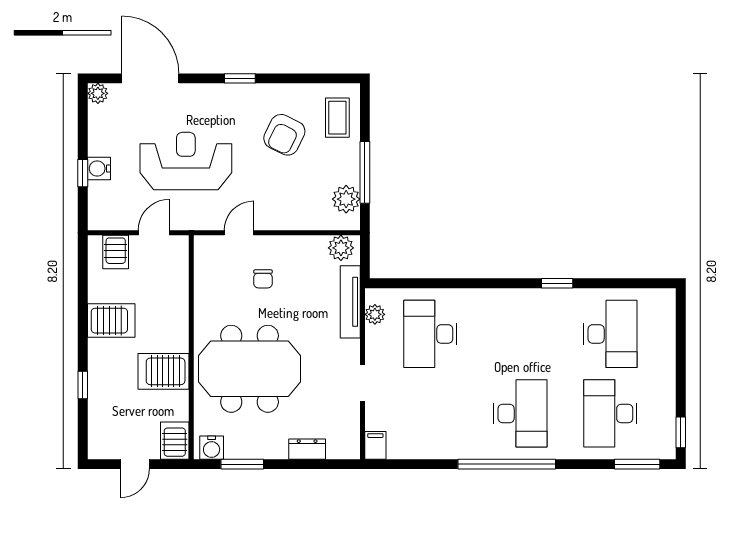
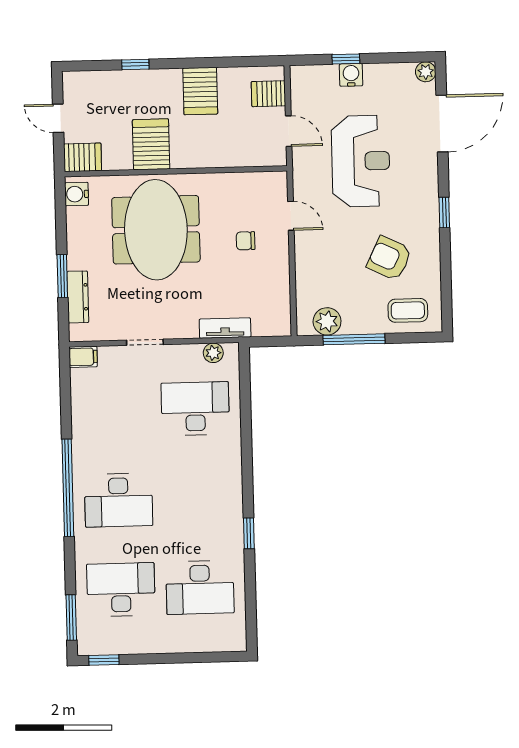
plant: (341, 248) -> (278, 317), removed
tv unit: (350, 302) -> (225, 328), width x0.71
dresser: (307, 449) -> (78, 297), width x1.44
window: (242, 464) -> (62, 276), moved

